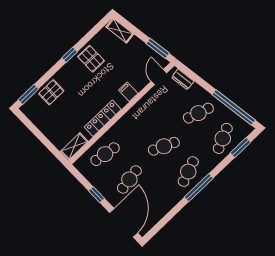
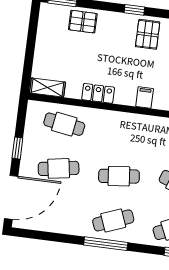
locker: (103, 118) -> (98, 93), width x0.66
cafe table: (164, 146) -> (119, 176), turned -30

